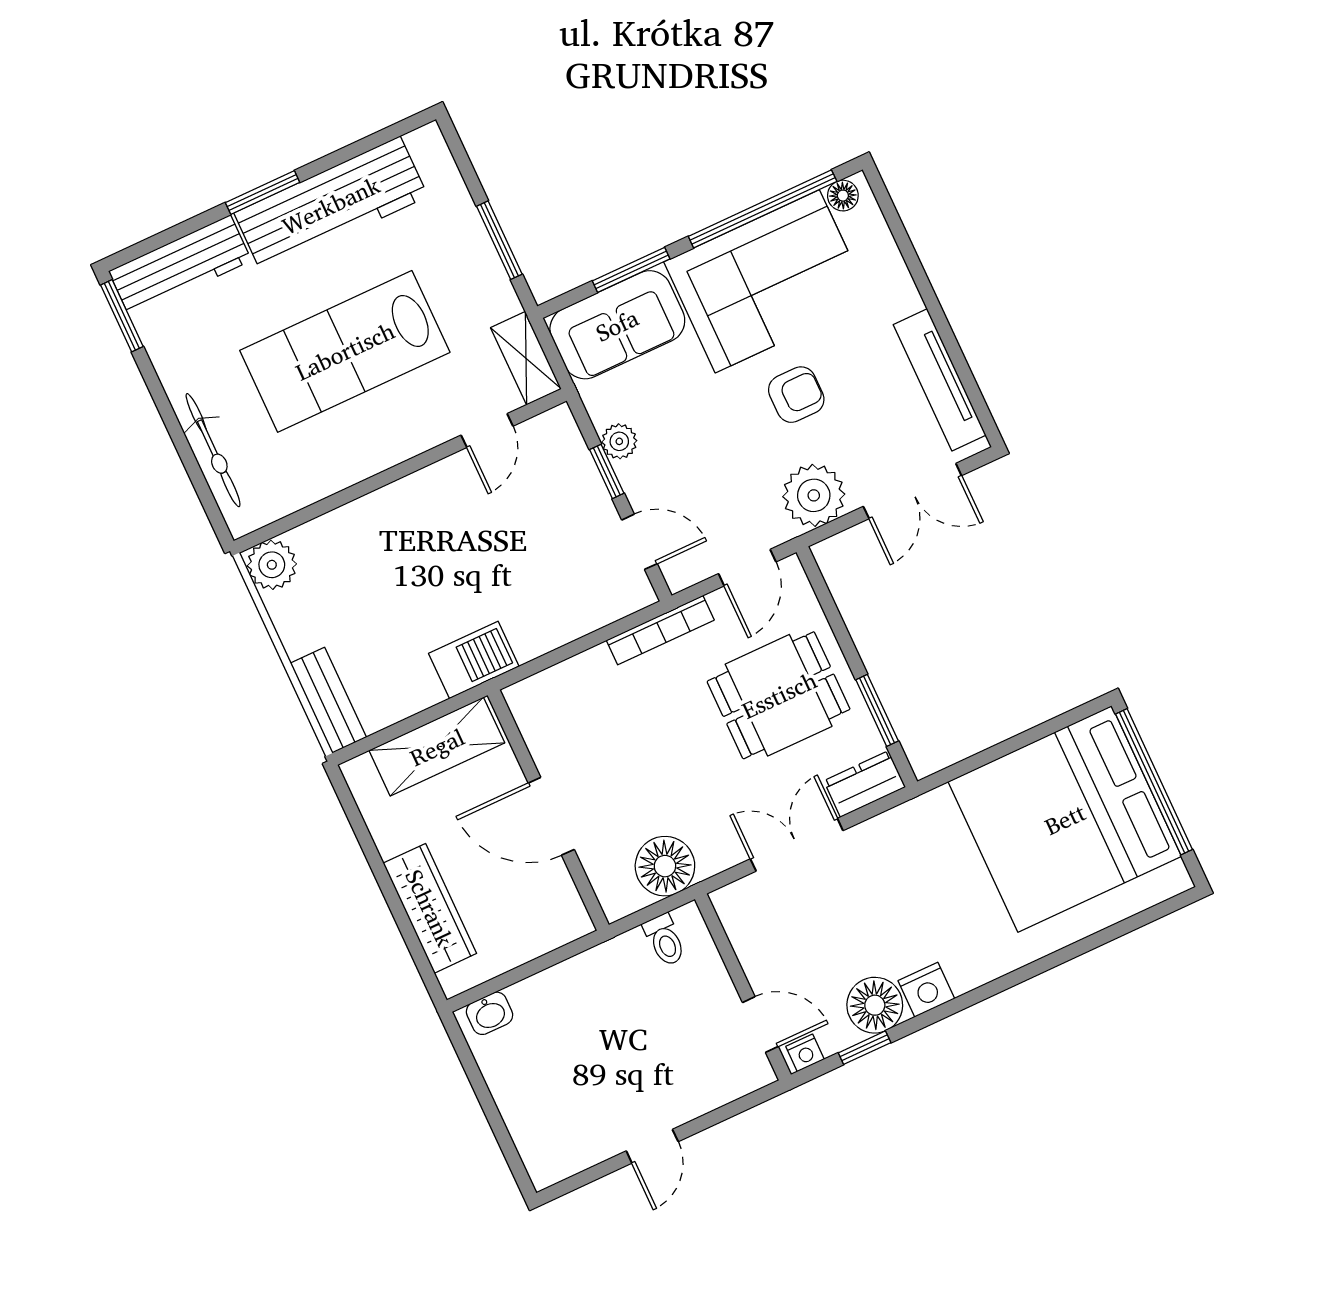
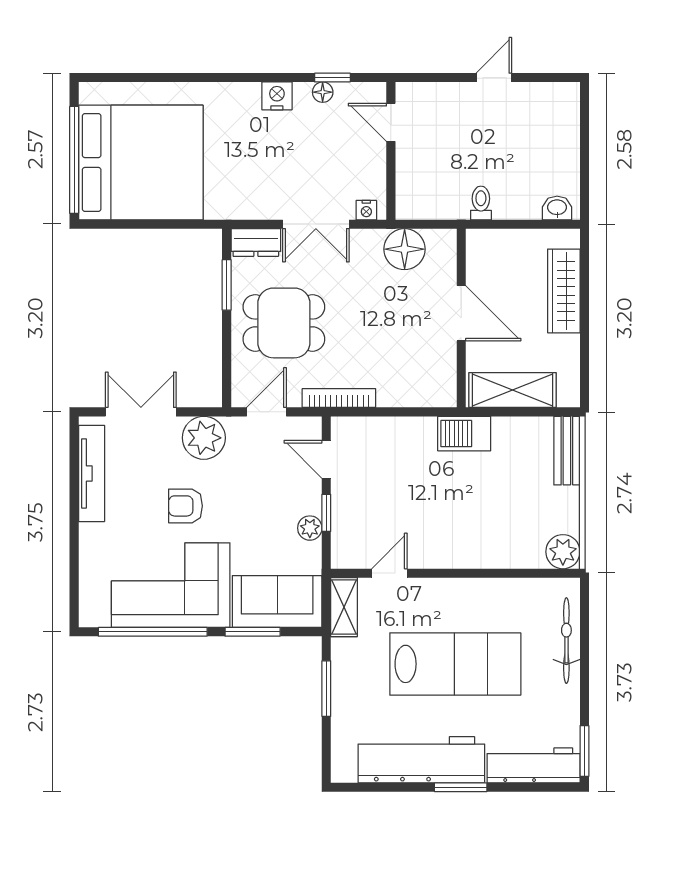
floor lamp: (843, 196) -> (99, 617), removed
toilet: (665, 940) -> (481, 203), moved
floor lamp: (875, 1005) -> (323, 92), width x0.53, depth x0.53
nightstand: (805, 1053) -> (366, 210), moved, turned 180

